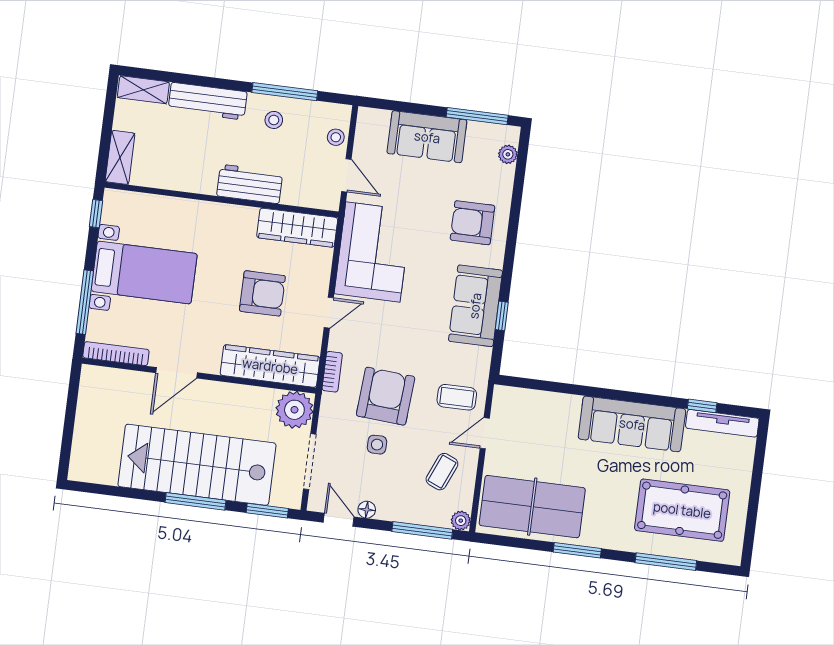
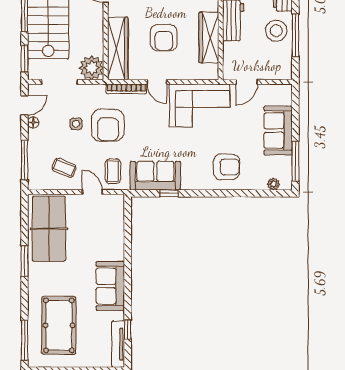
stool: (274, 120) -> (276, 31), width x1.89, depth x1.89
stool: (336, 137) -> (270, 72), removed
armchair: (473, 223) -> (227, 167), turned 90
wardrobe: (297, 228) -> (209, 37), moved
sofa: (475, 306) -> (155, 176), moved
bookcase: (332, 372) -> (126, 89), width x1.56
armchair: (386, 396) -> (108, 125), turned 86
sofa: (632, 424) -> (110, 286), width x0.73
plant: (461, 521) -> (34, 184), removed
window: (666, 562) -> (25, 340), moved

